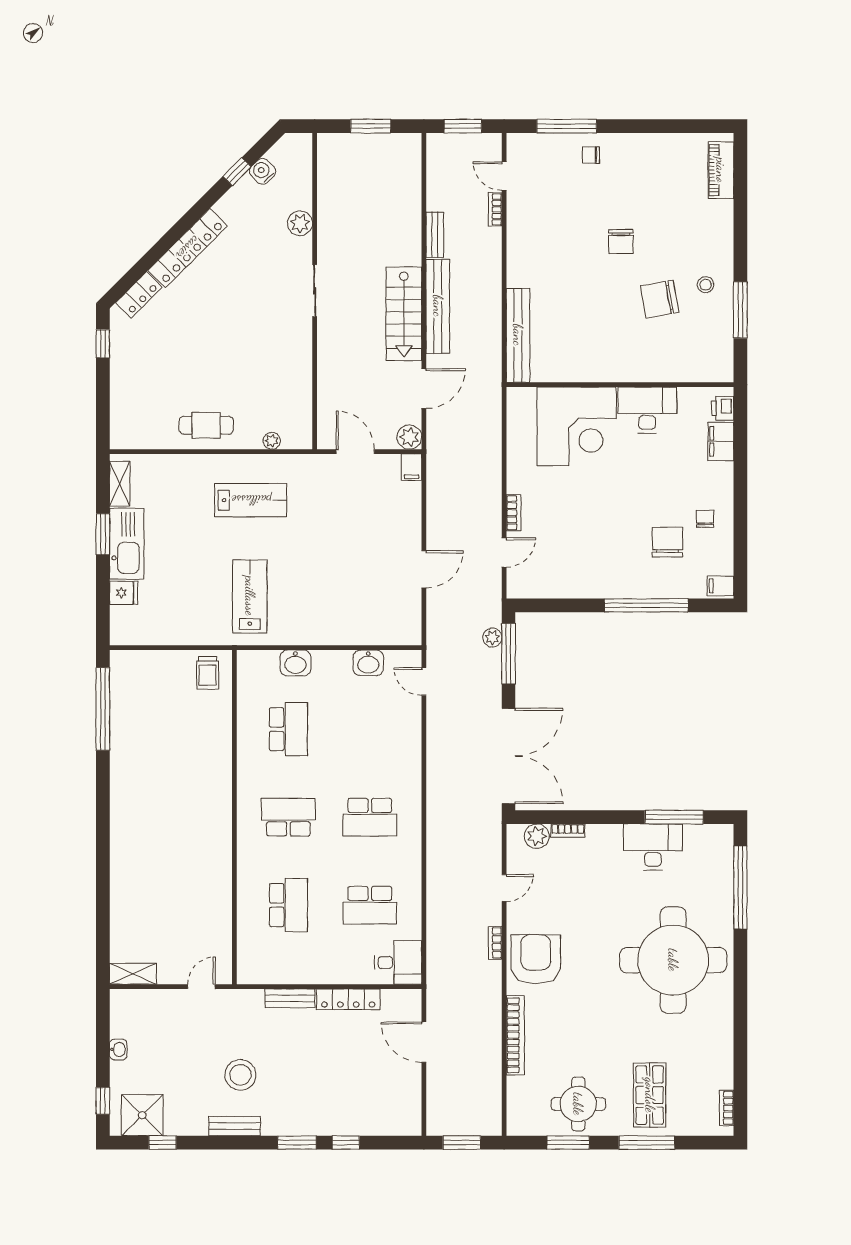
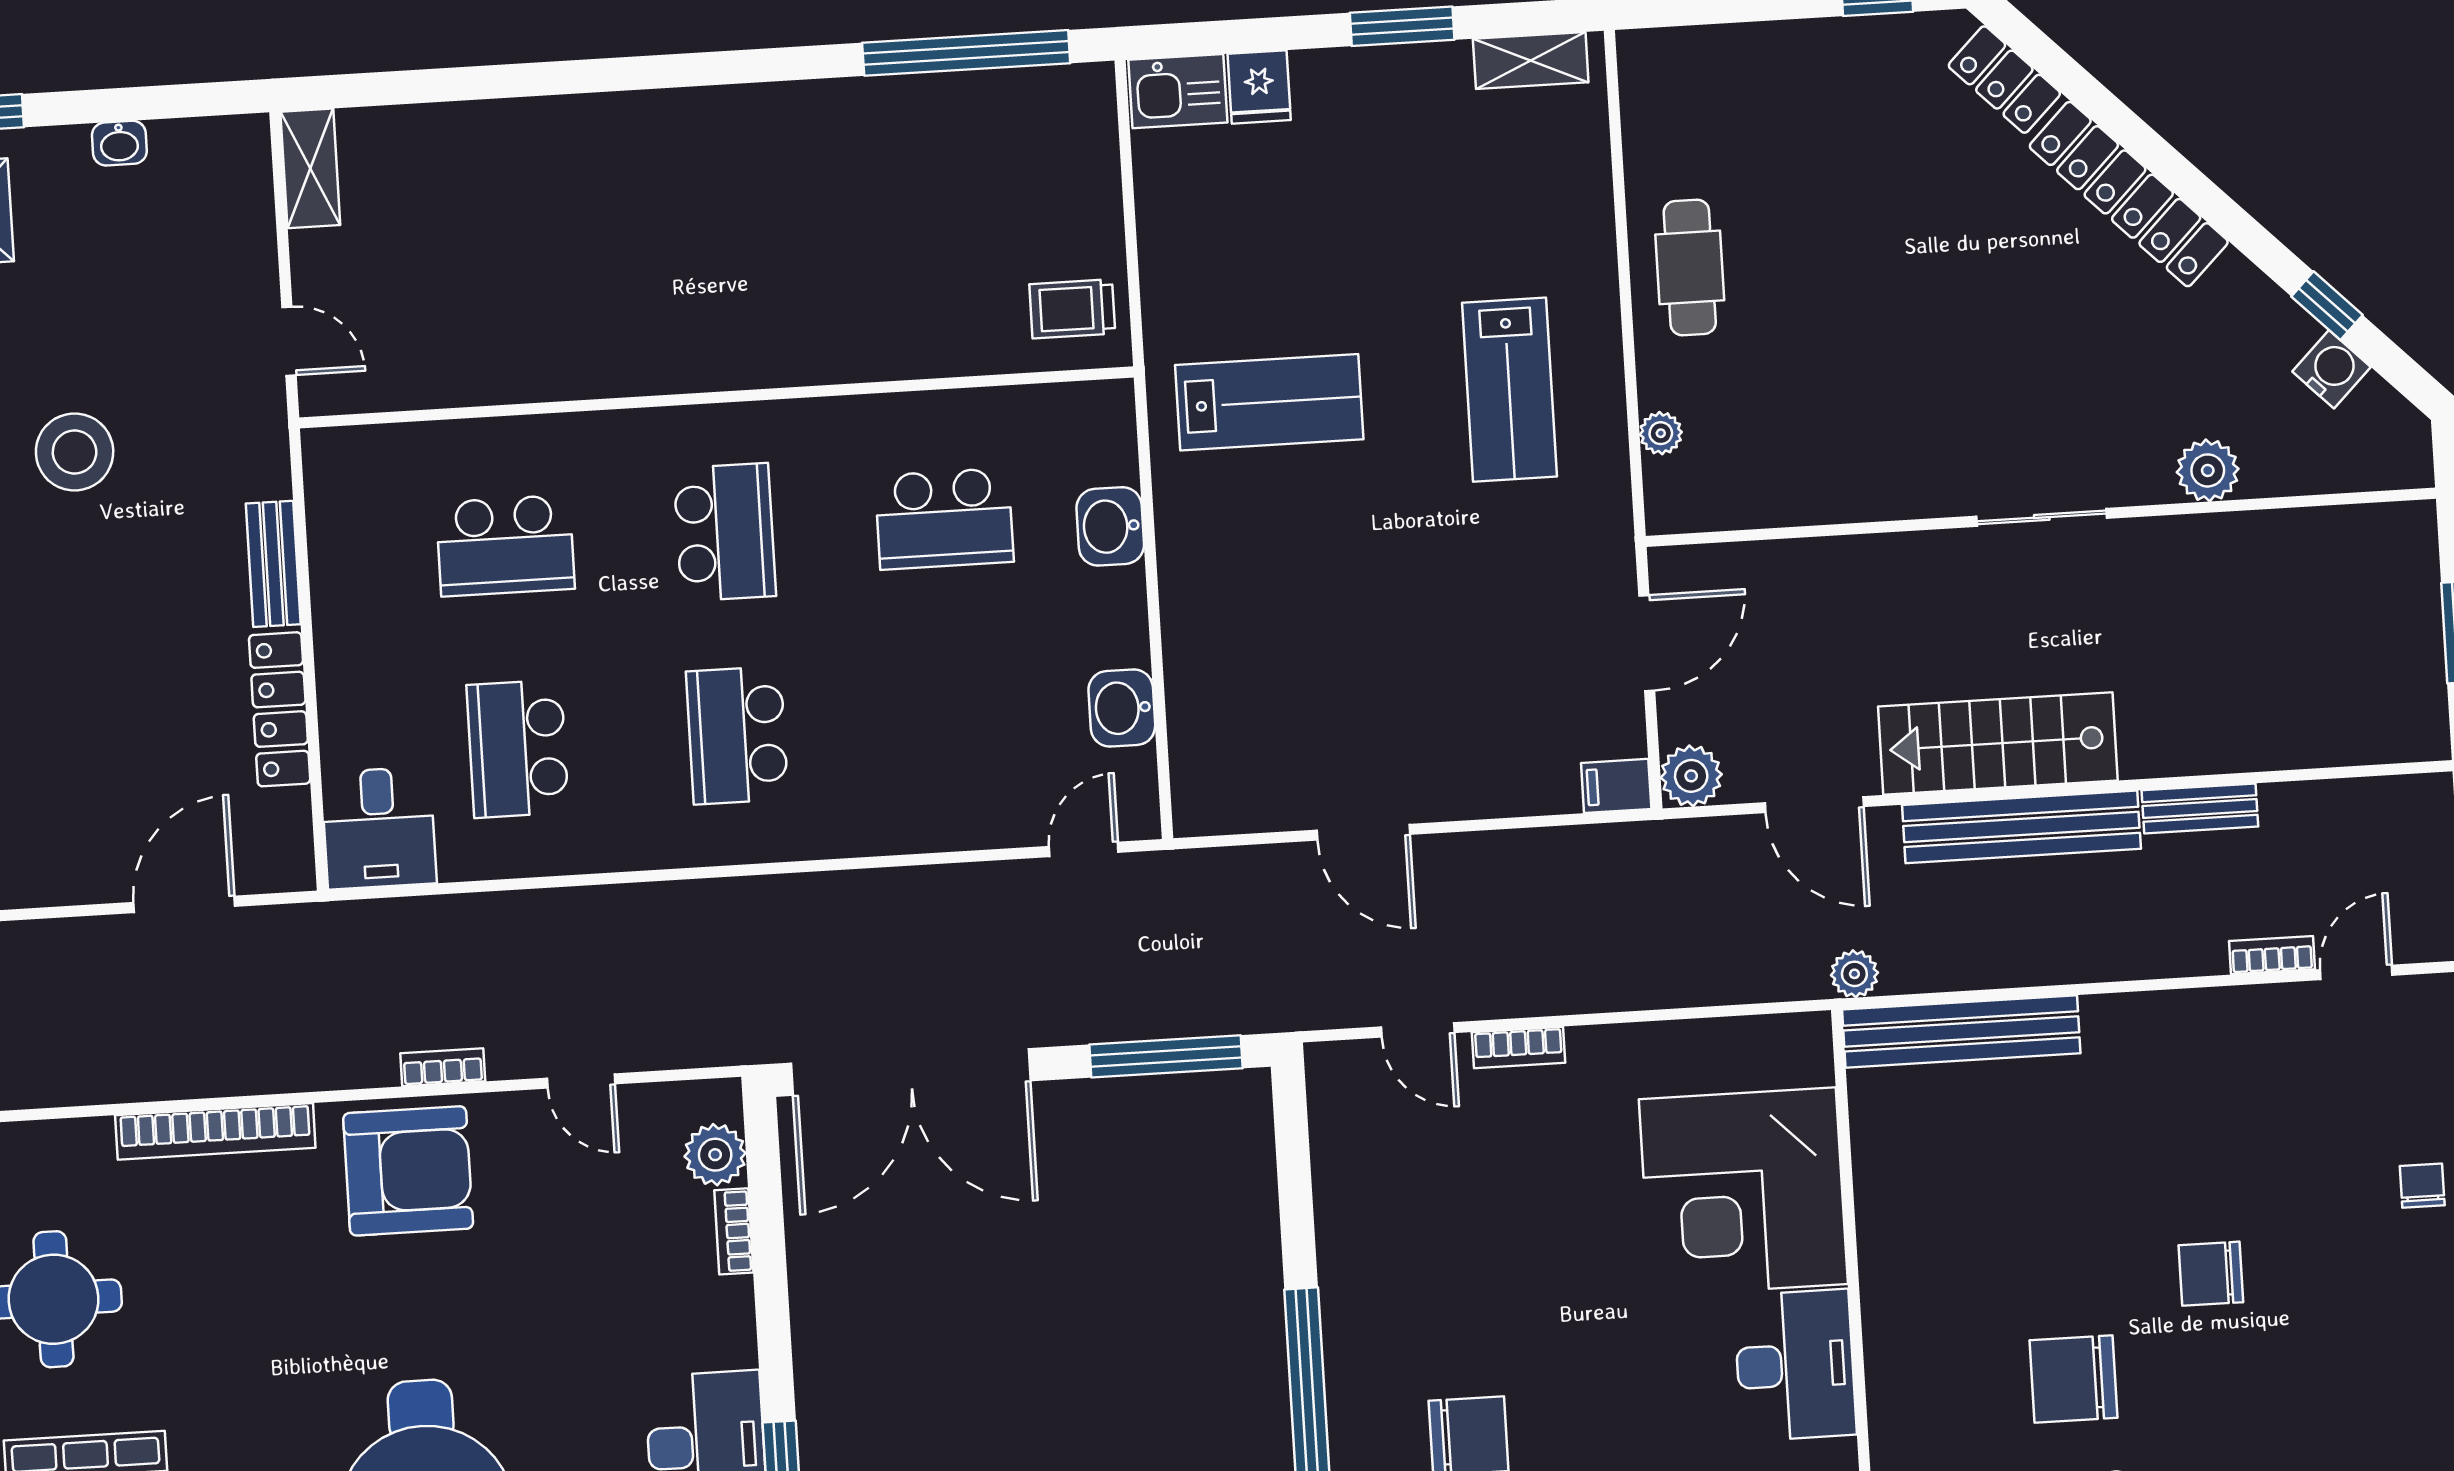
chair: (660, 299) -> (2073, 1379), turned -80
kitchen sink: (127, 544) -> (1178, 91), moved, width x0.53, depth x0.81
plant: (492, 638) -> (1854, 974), moved

